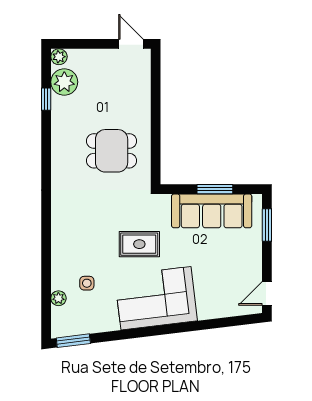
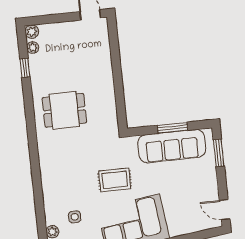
plant: (64, 82) -> (33, 47), width x0.53, depth x0.53
dining table: (112, 151) -> (64, 110), moved
door: (267, 293) -> (225, 210), hinge flipped

